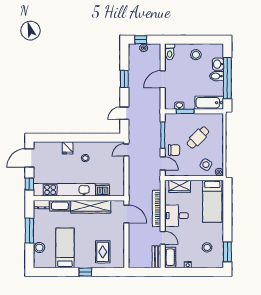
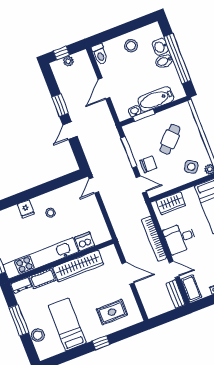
bathtub: (209, 103) -> (156, 99), moved
door: (124, 113) -> (70, 131), moved
door: (126, 214) -> (128, 273), moved
rug: (103, 252) -> (112, 312), turned 90

